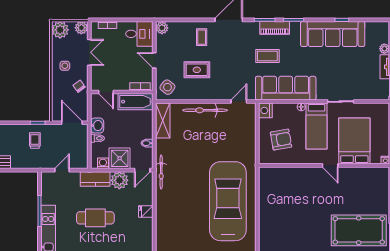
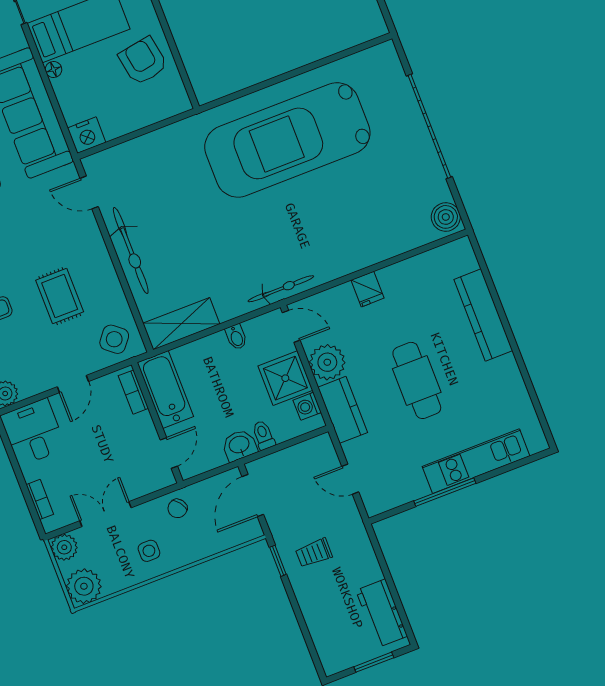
armchair: (281, 140) -> (143, 61), moved

